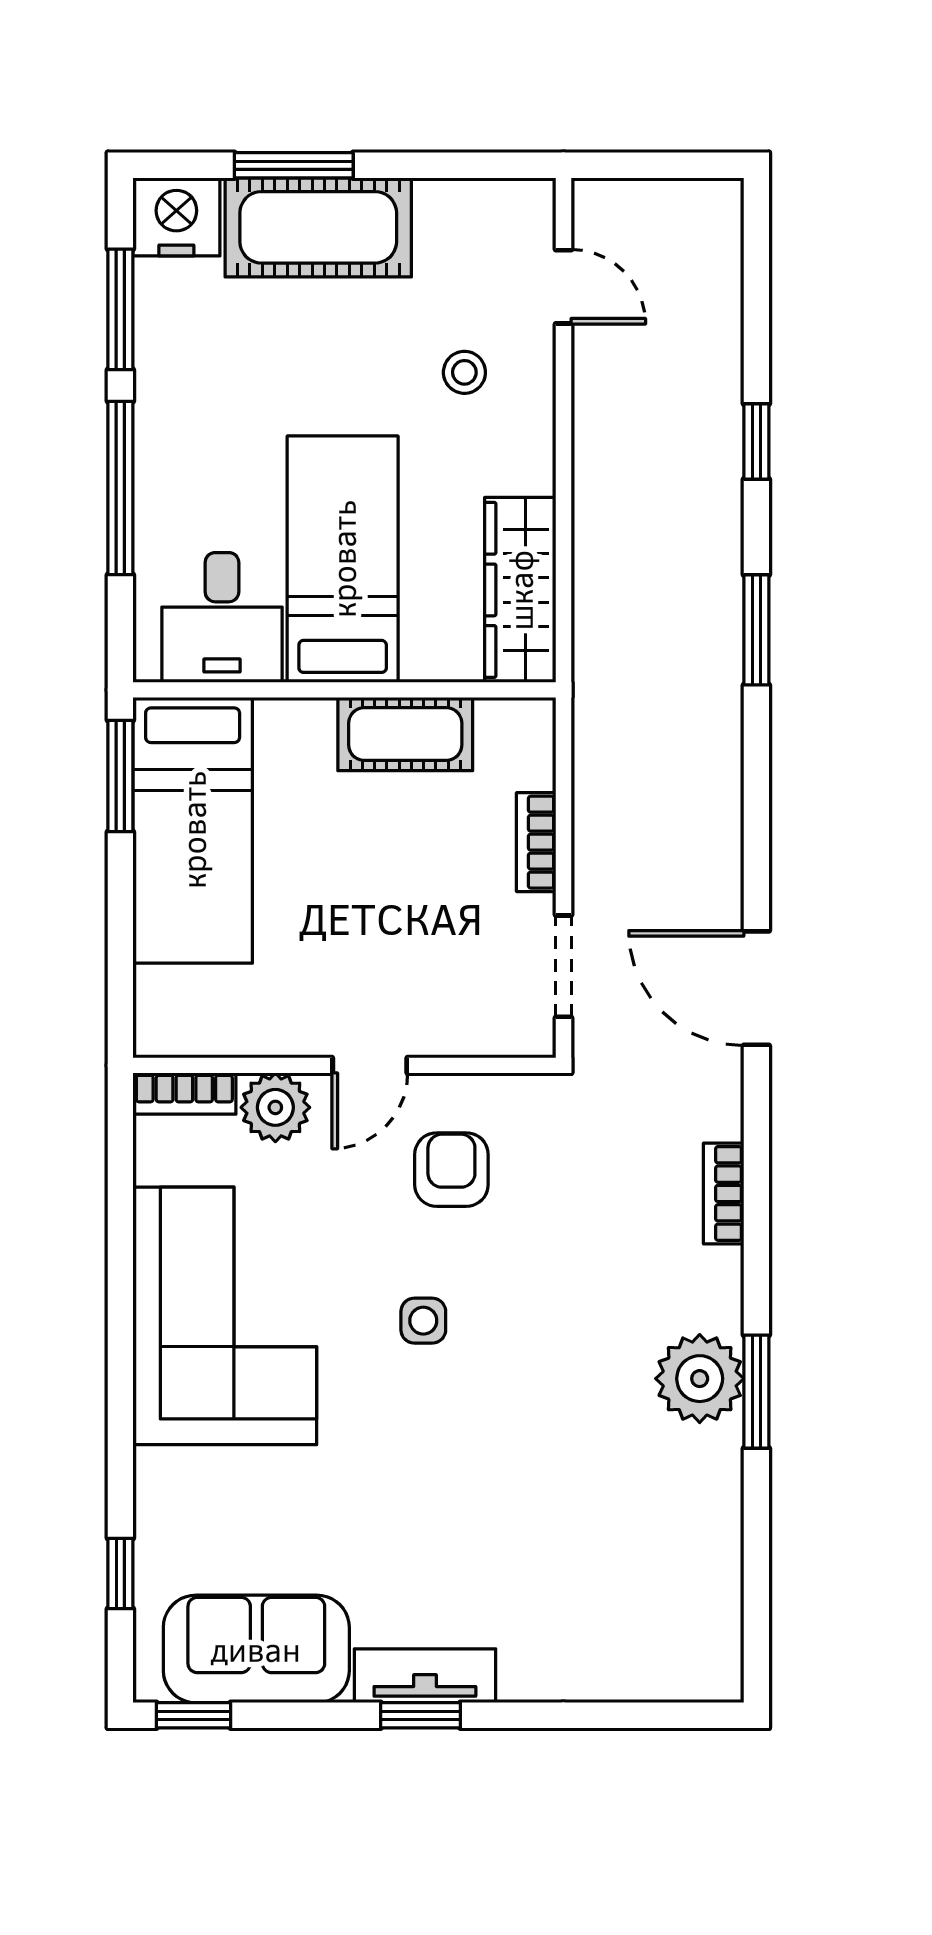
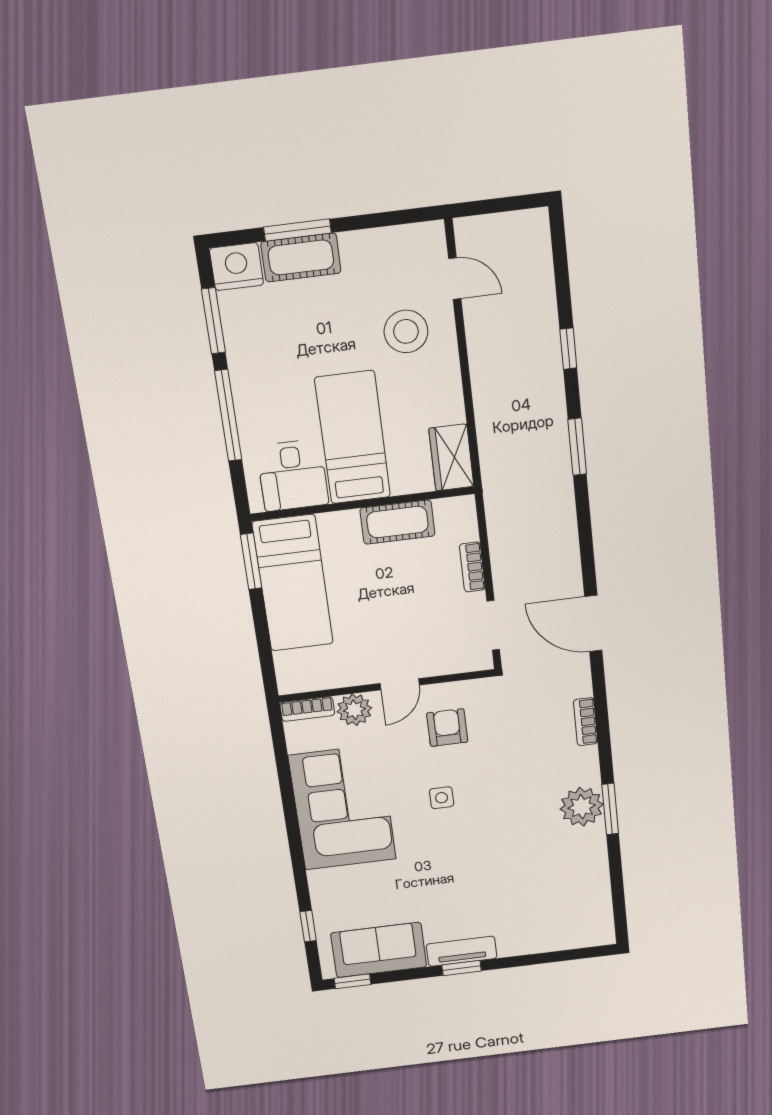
cot: (318, 227) -> (301, 257), width x0.73, depth x0.75
stool: (464, 372) -> (406, 331), width x1.89, depth x1.89
wardrobe: (520, 590) -> (451, 457), width x0.67

